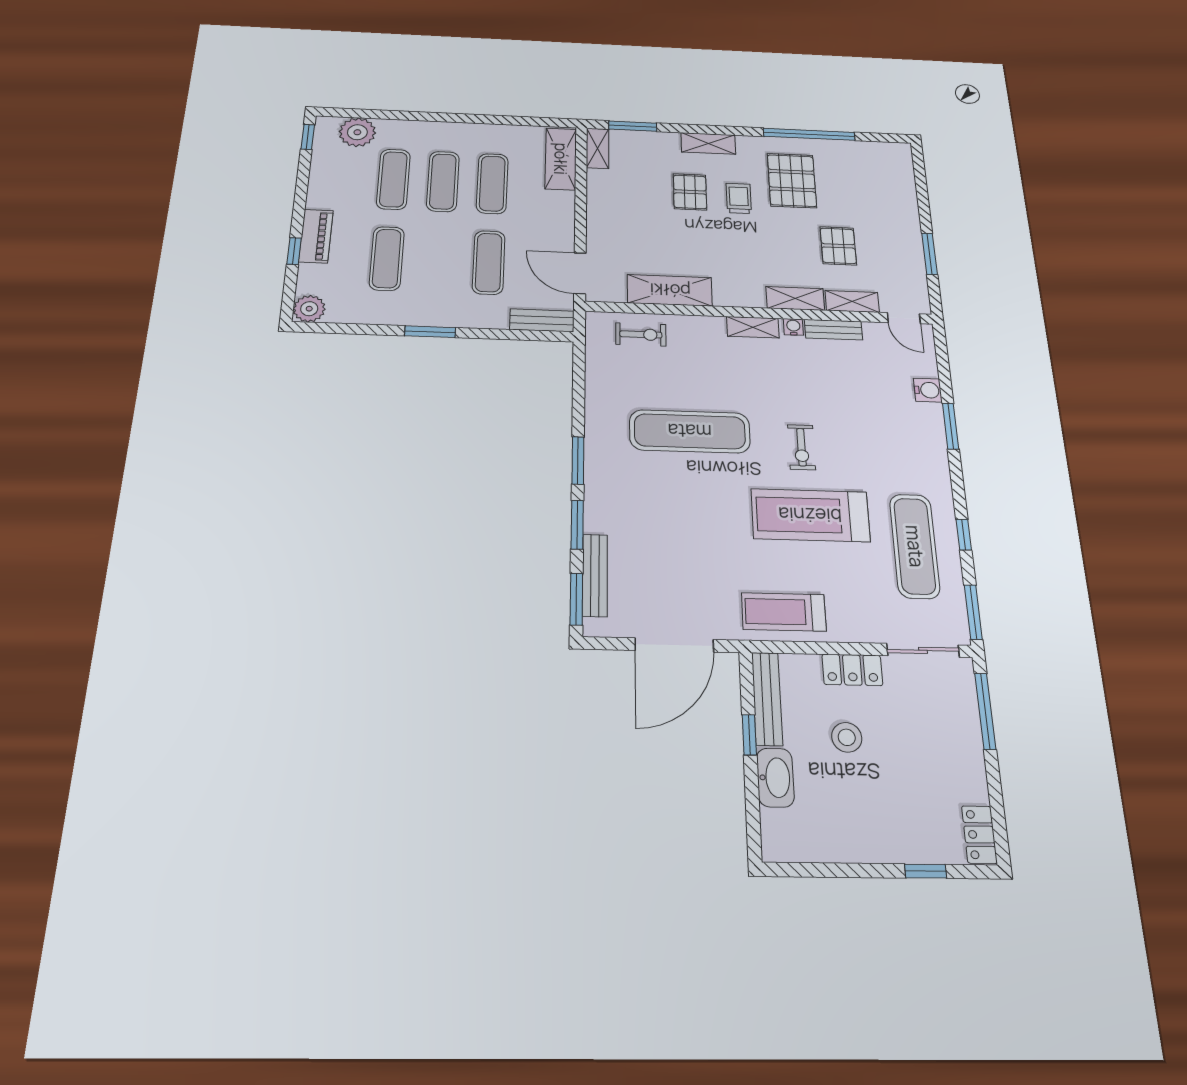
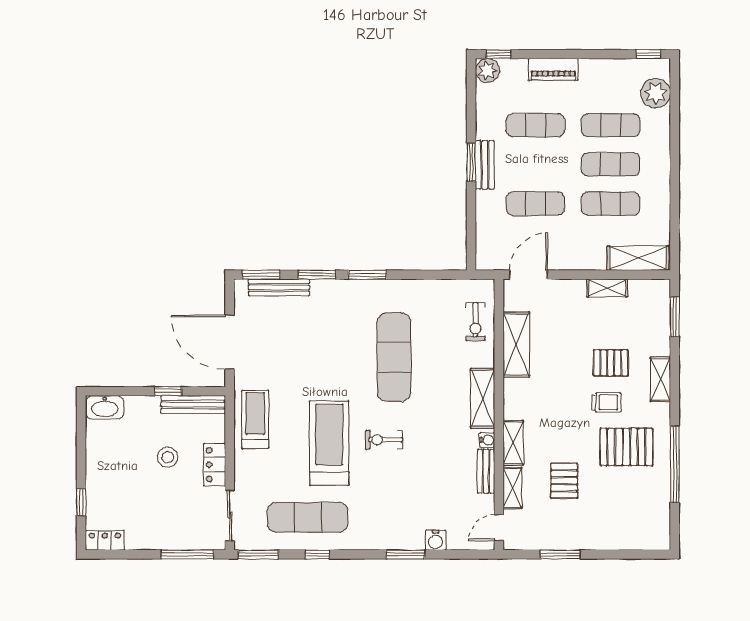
shelving: (598, 148) -> (607, 288), moved
pallet: (838, 246) -> (564, 481), turned 90
window: (294, 251) -> (499, 54), moved
bench: (542, 320) -> (485, 165), moved
shelving: (753, 327) -> (483, 398), width x1.50, depth x1.33
washbasin: (775, 778) -> (105, 407), moved

